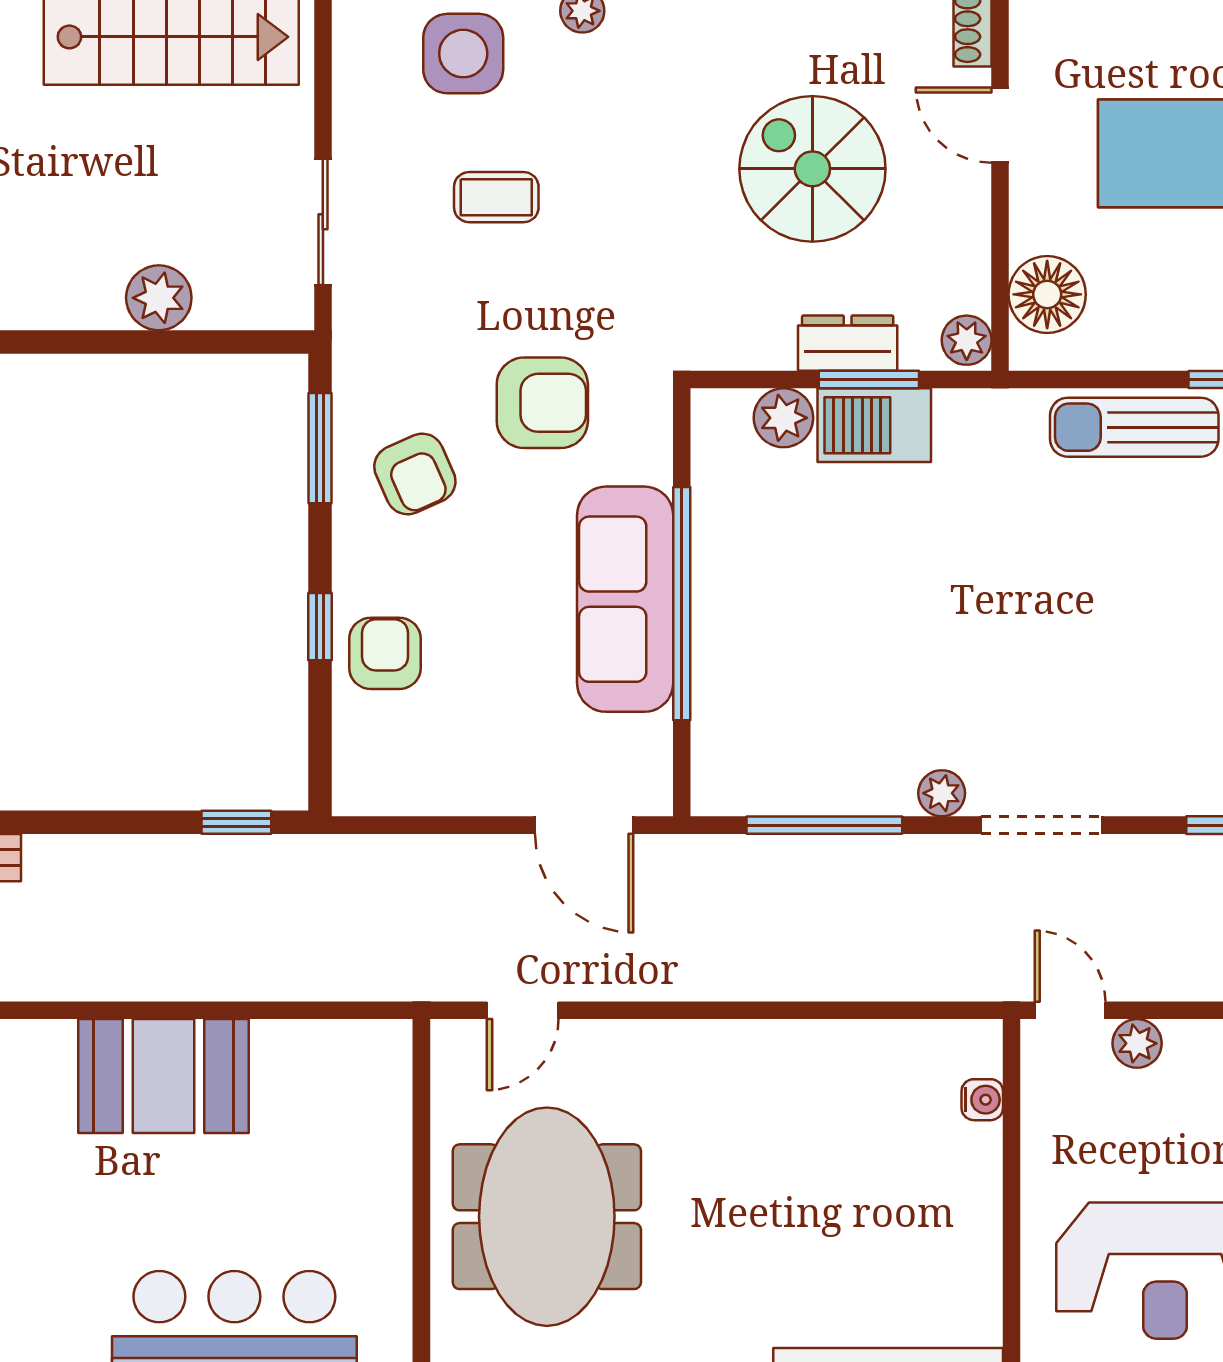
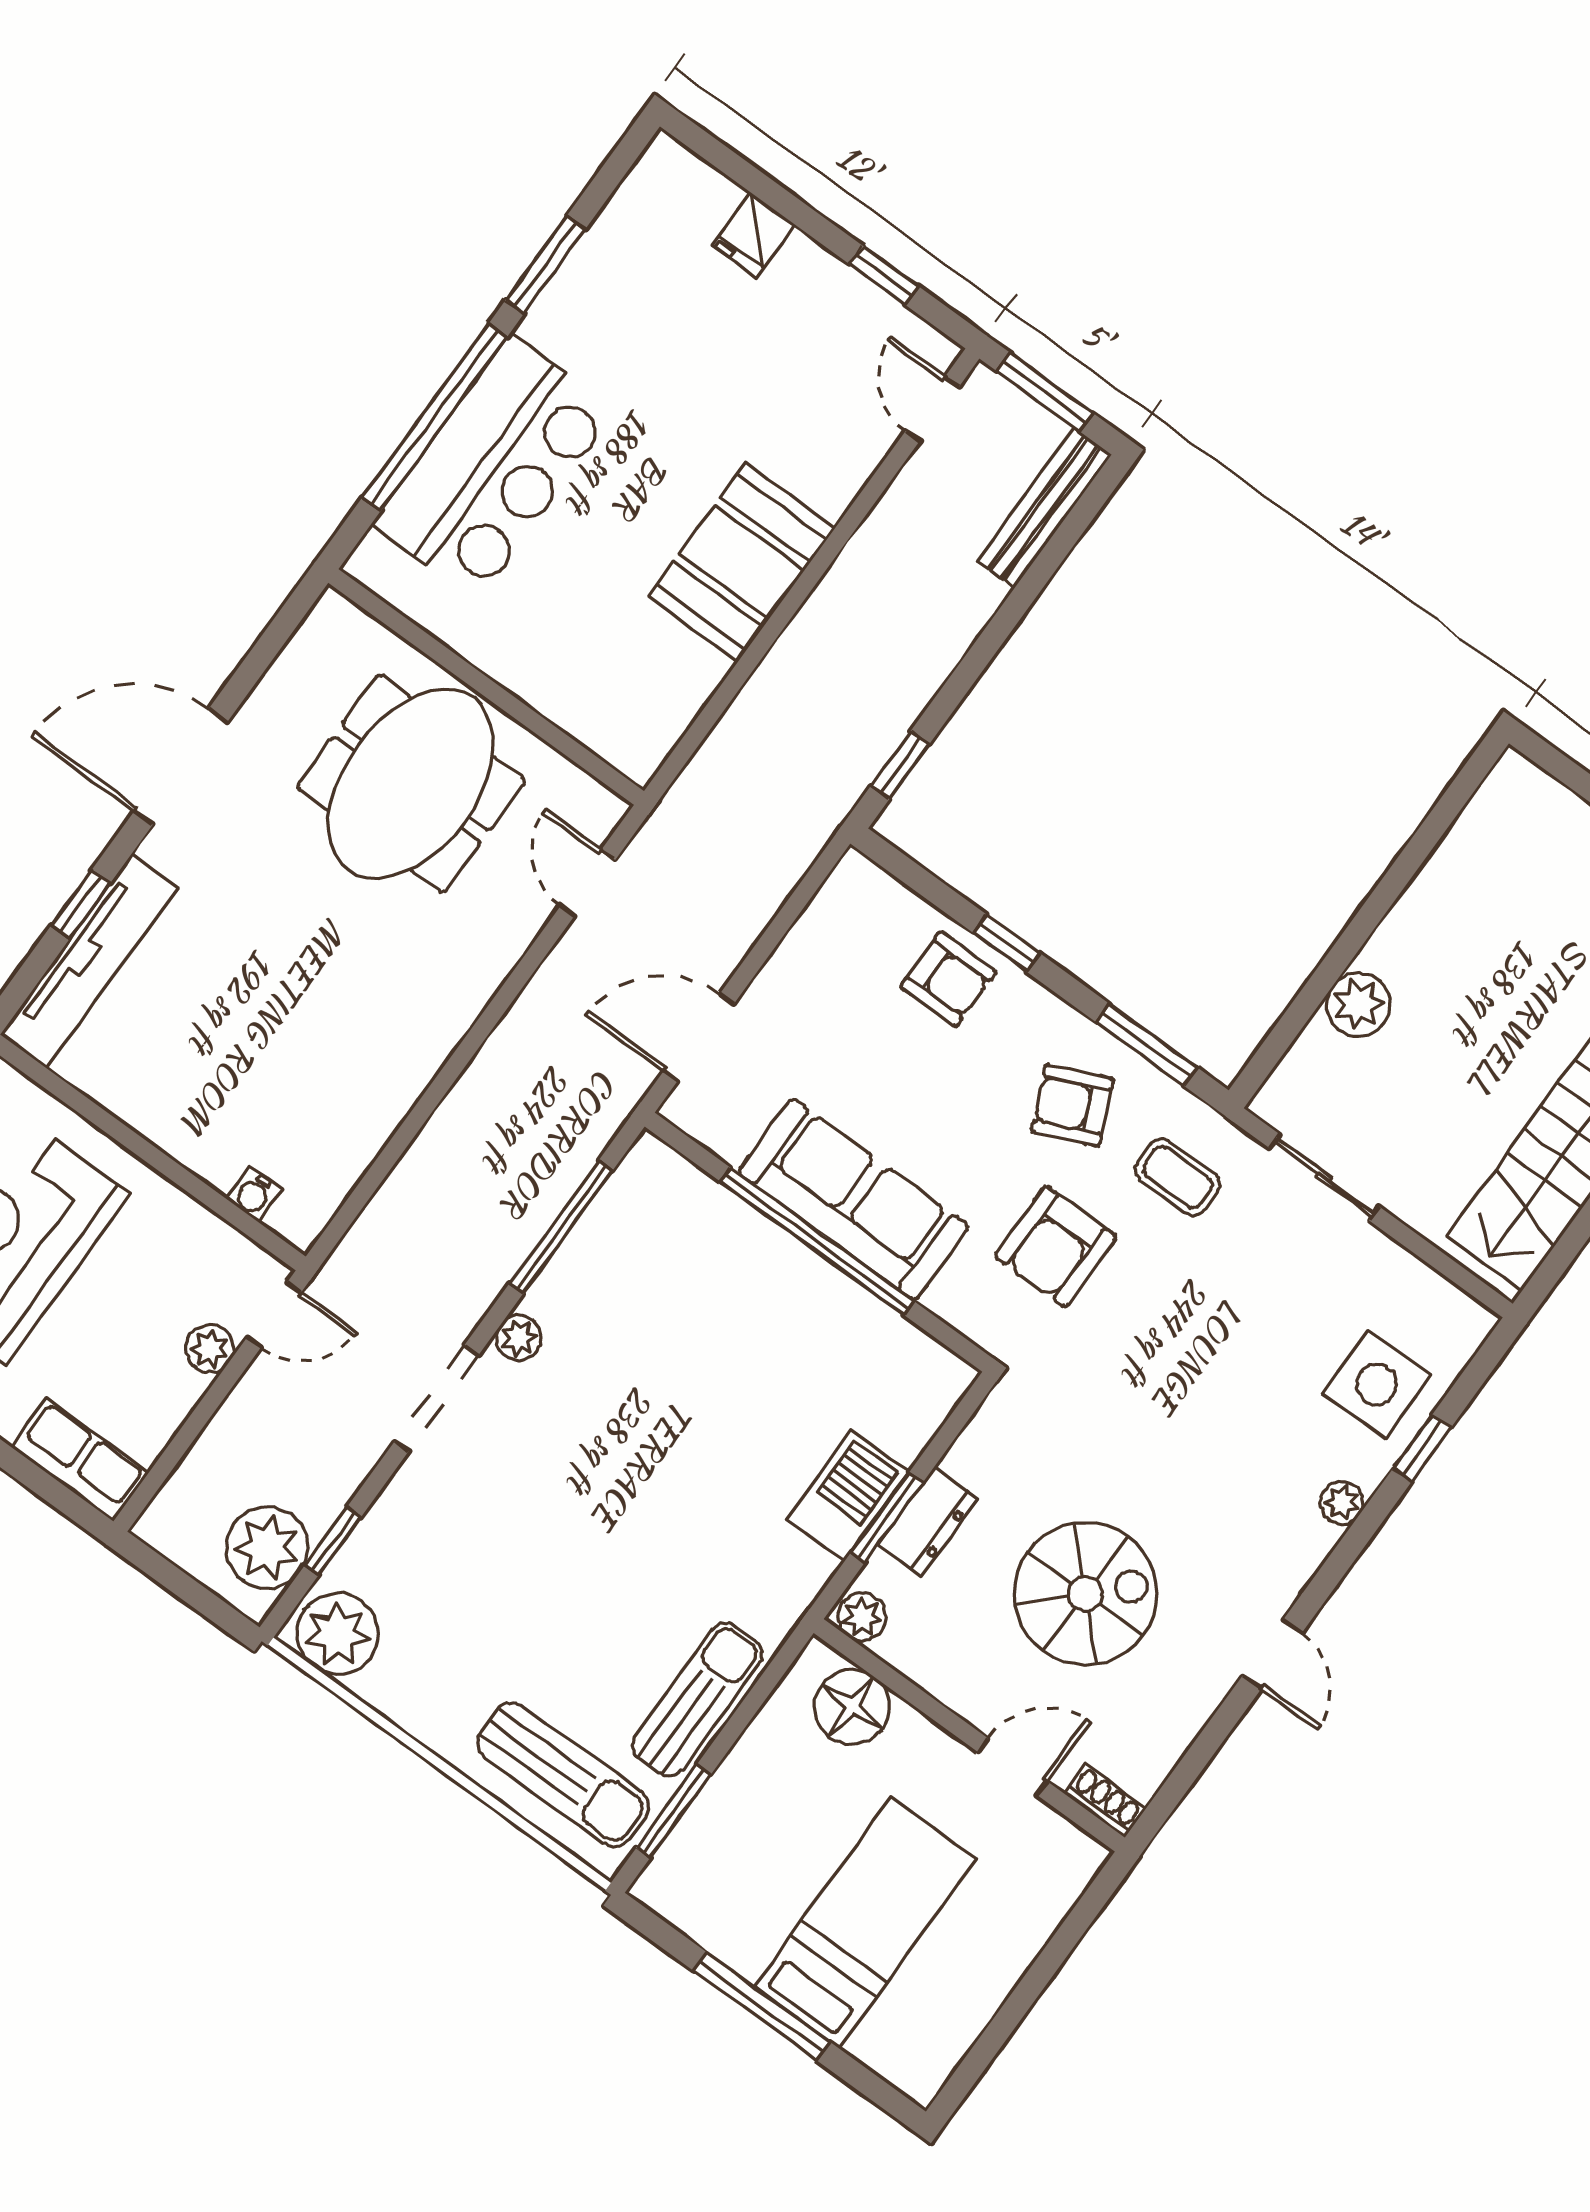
coffee table: (496, 197) -> (1177, 1177), moved, turned 90
plant: (783, 418) -> (906, 1428), removed
meeting table: (547, 1217) -> (411, 784), turned 90

